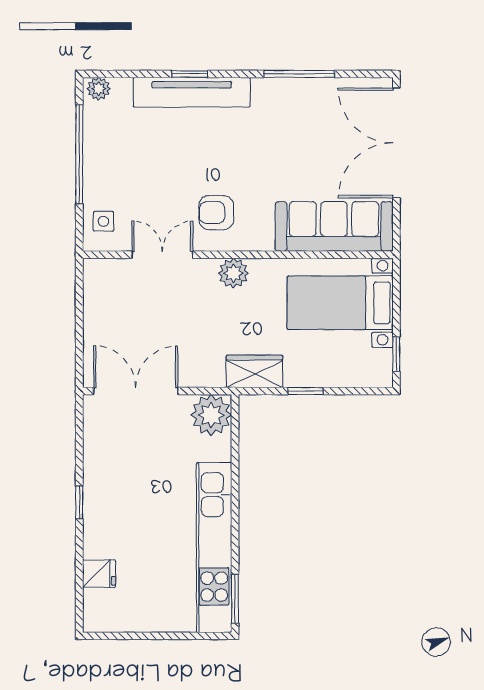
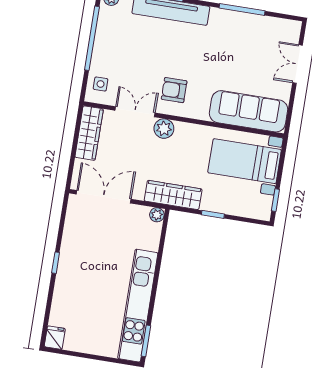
double door: (396, 143) -> (297, 64), width x0.54
plant: (233, 273) -> (164, 129), moved
wardrobe: (98, 298) -> (89, 133), added
wardrobe: (254, 371) -> (173, 195), width x1.50
plant: (211, 415) -> (157, 215), width x0.53, depth x0.53
fridge: (99, 574) -> (55, 338), moved, turned -90

